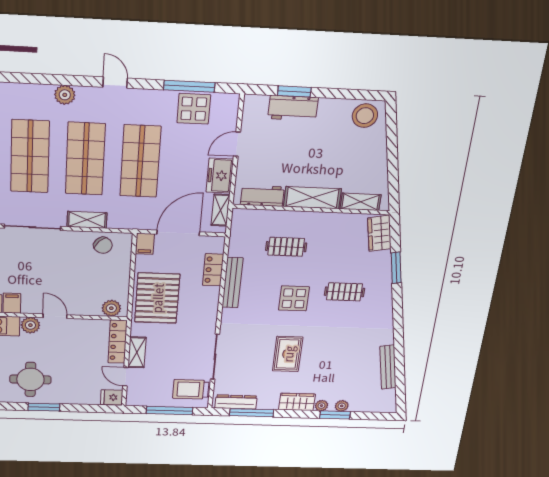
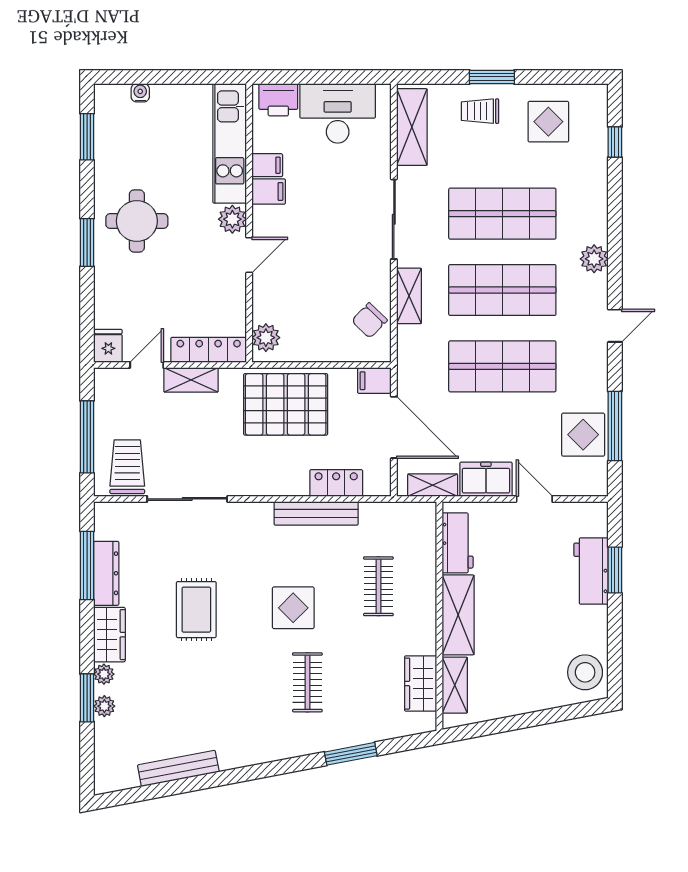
wardrobe: (379, 233) -> (421, 684), moved, turned -79
rug: (288, 354) -> (196, 610), turned 90
dresser: (236, 402) -> (106, 573), moved

